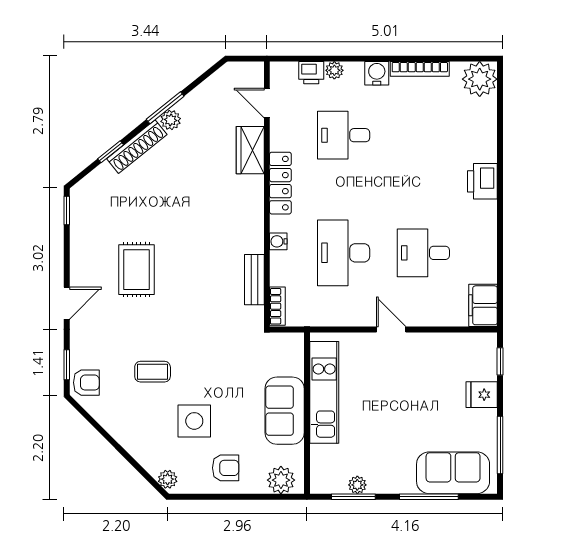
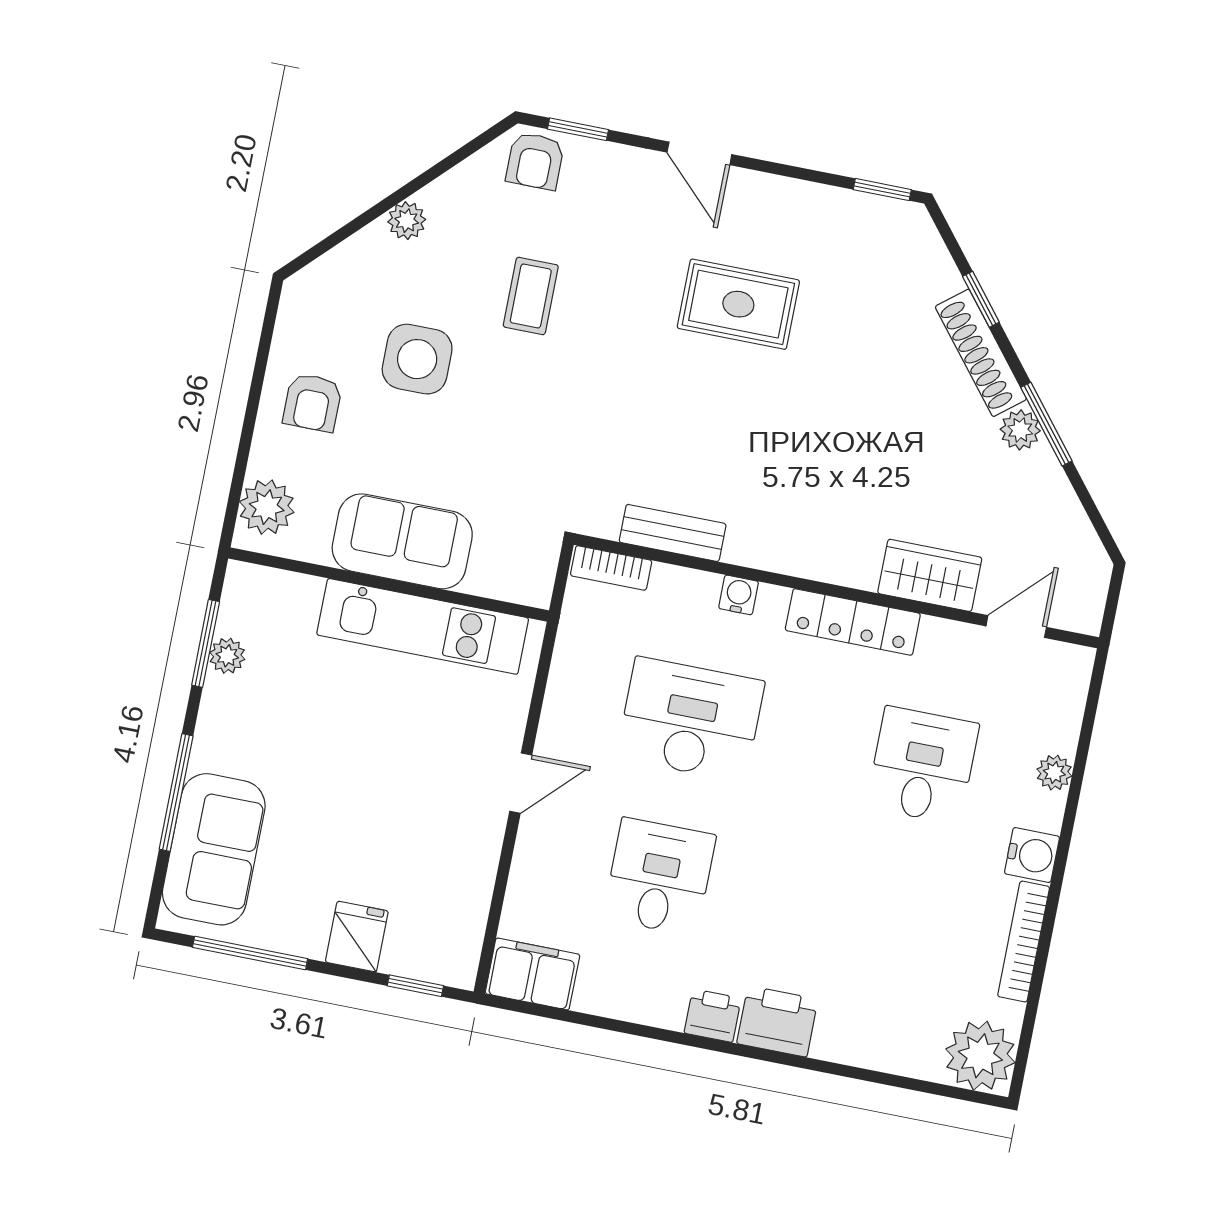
printer: (311, 73) -> (713, 1016), moved, turned 90
plant: (168, 479) -> (407, 221), moved

